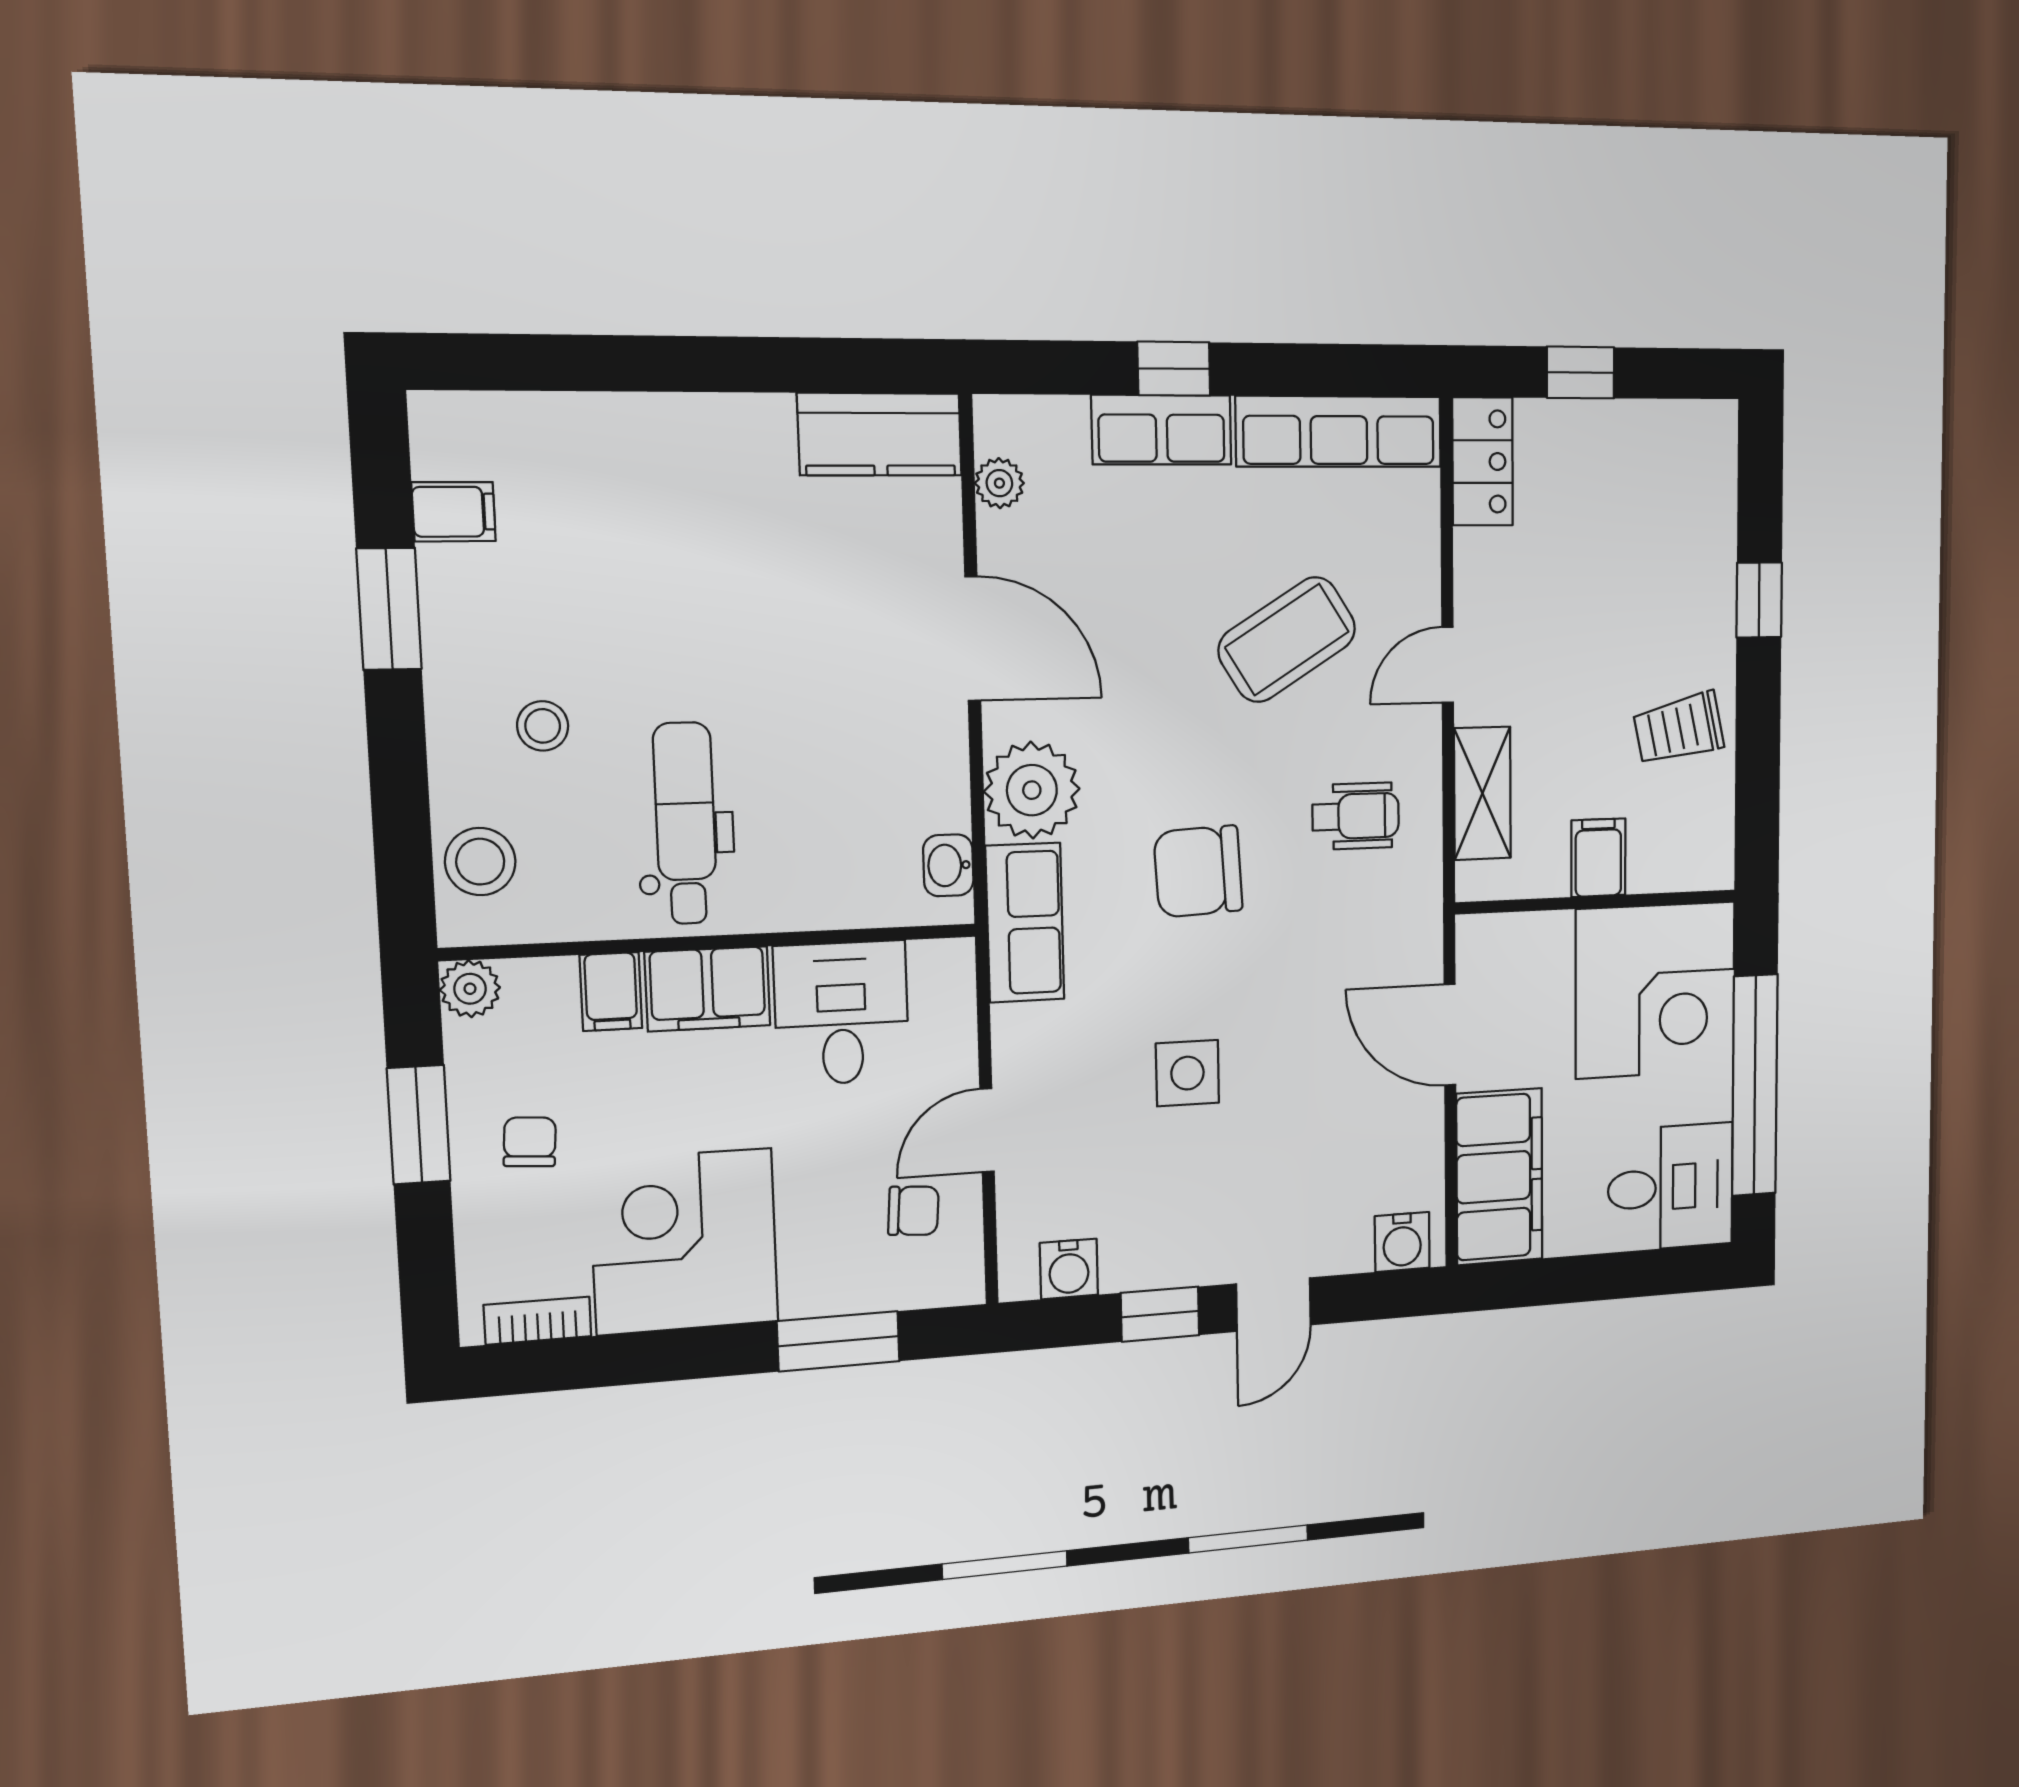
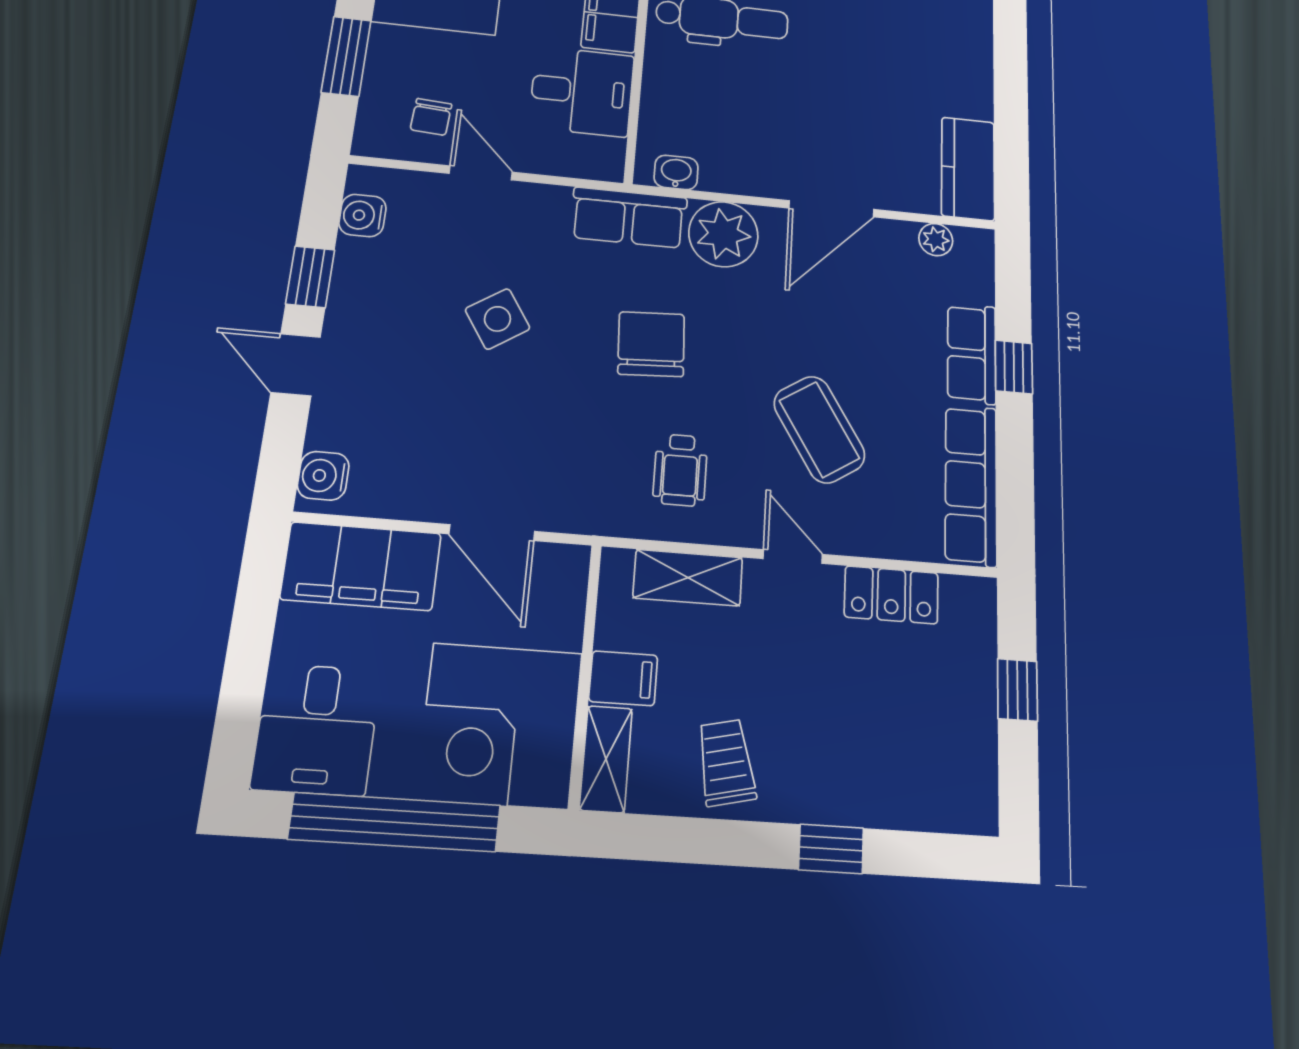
locker: (1483, 462) -> (891, 595), moved
shelving: (1682, 867) -> (606, 759), added
door: (1450, 1035) -> (492, 533), swing flipped
side table: (1187, 1073) -> (498, 319), turned -33

